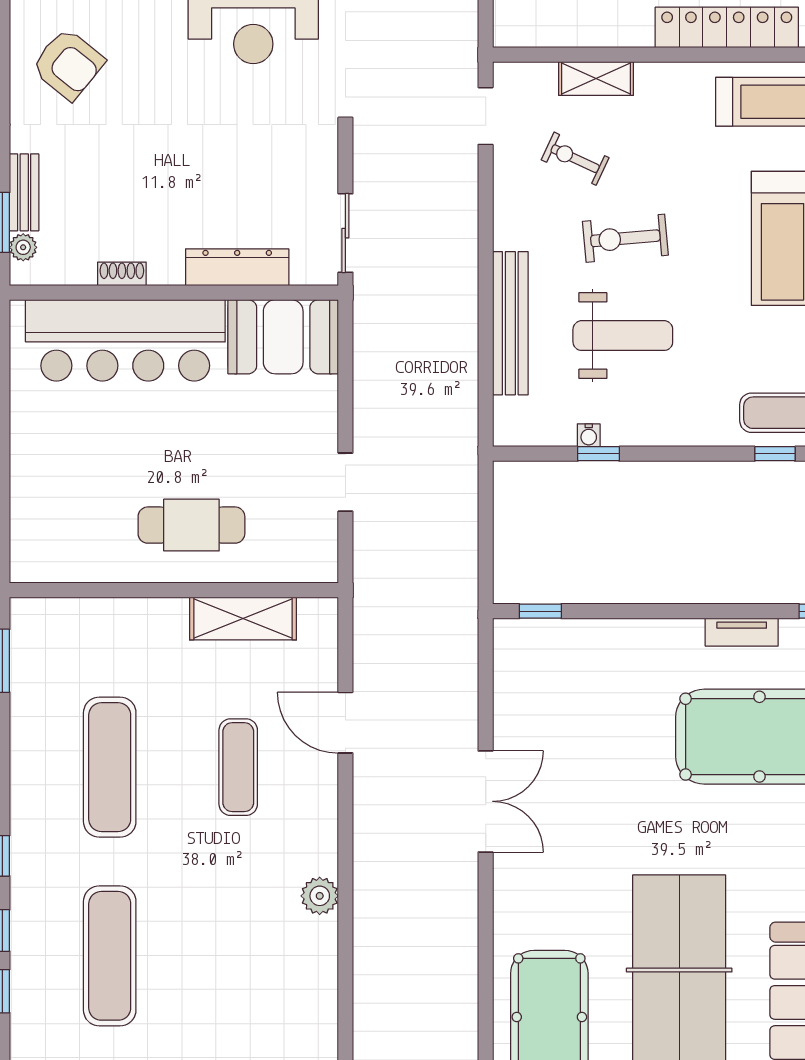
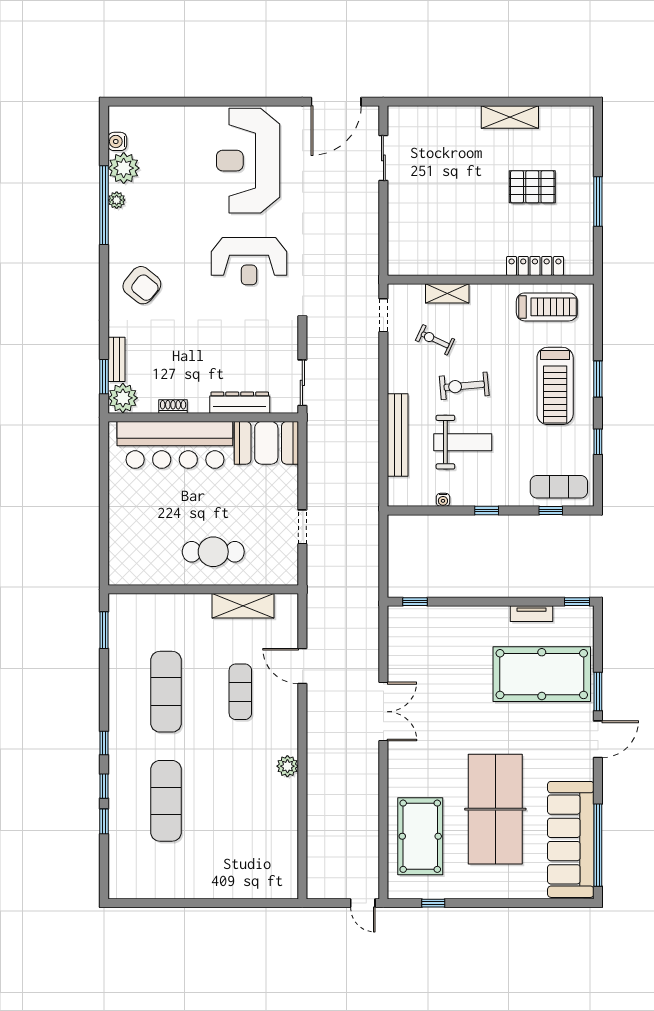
locker: (727, 27) -> (535, 266), width x0.71, depth x0.83
plant: (23, 247) -> (123, 398), width x1.88, depth x1.88
window: (598, 454) -> (487, 510), moved

